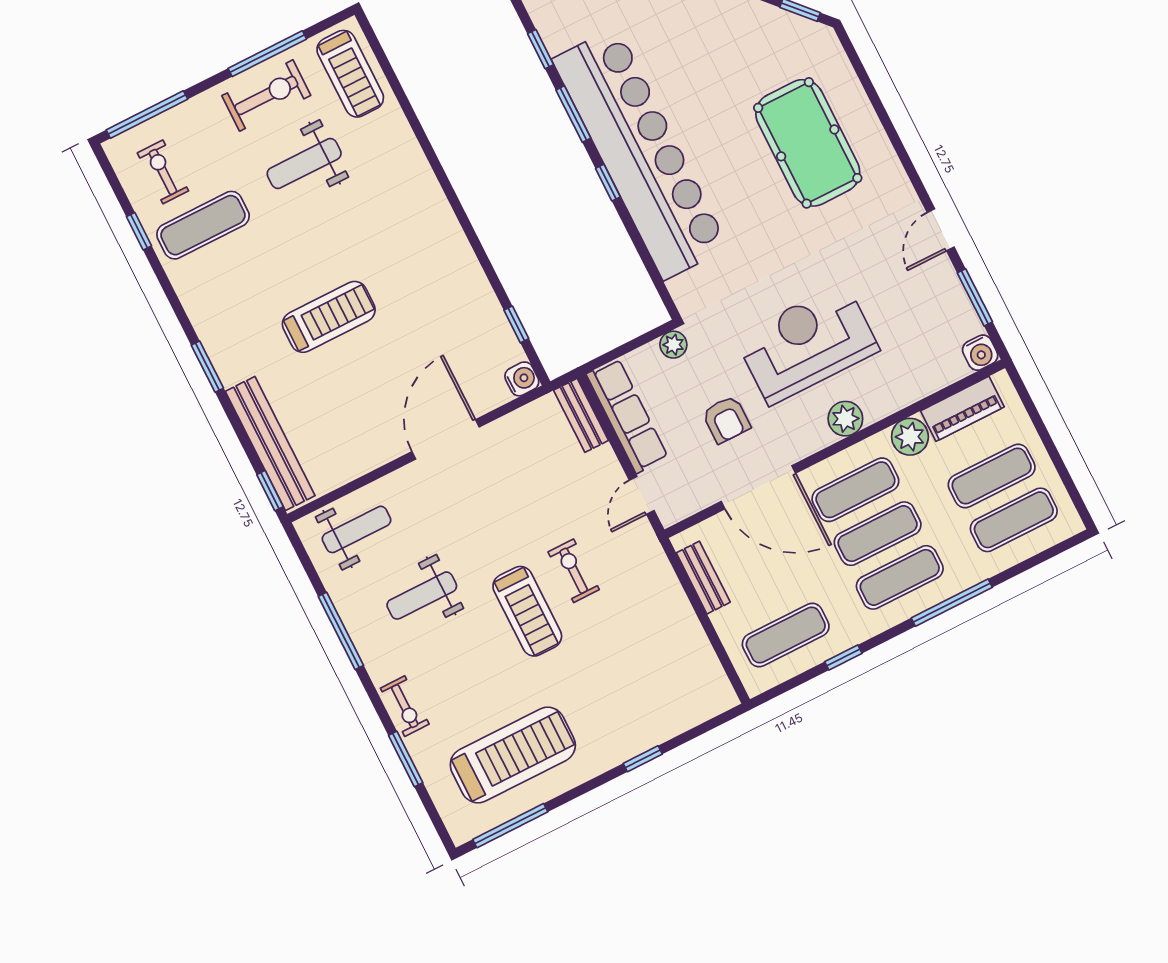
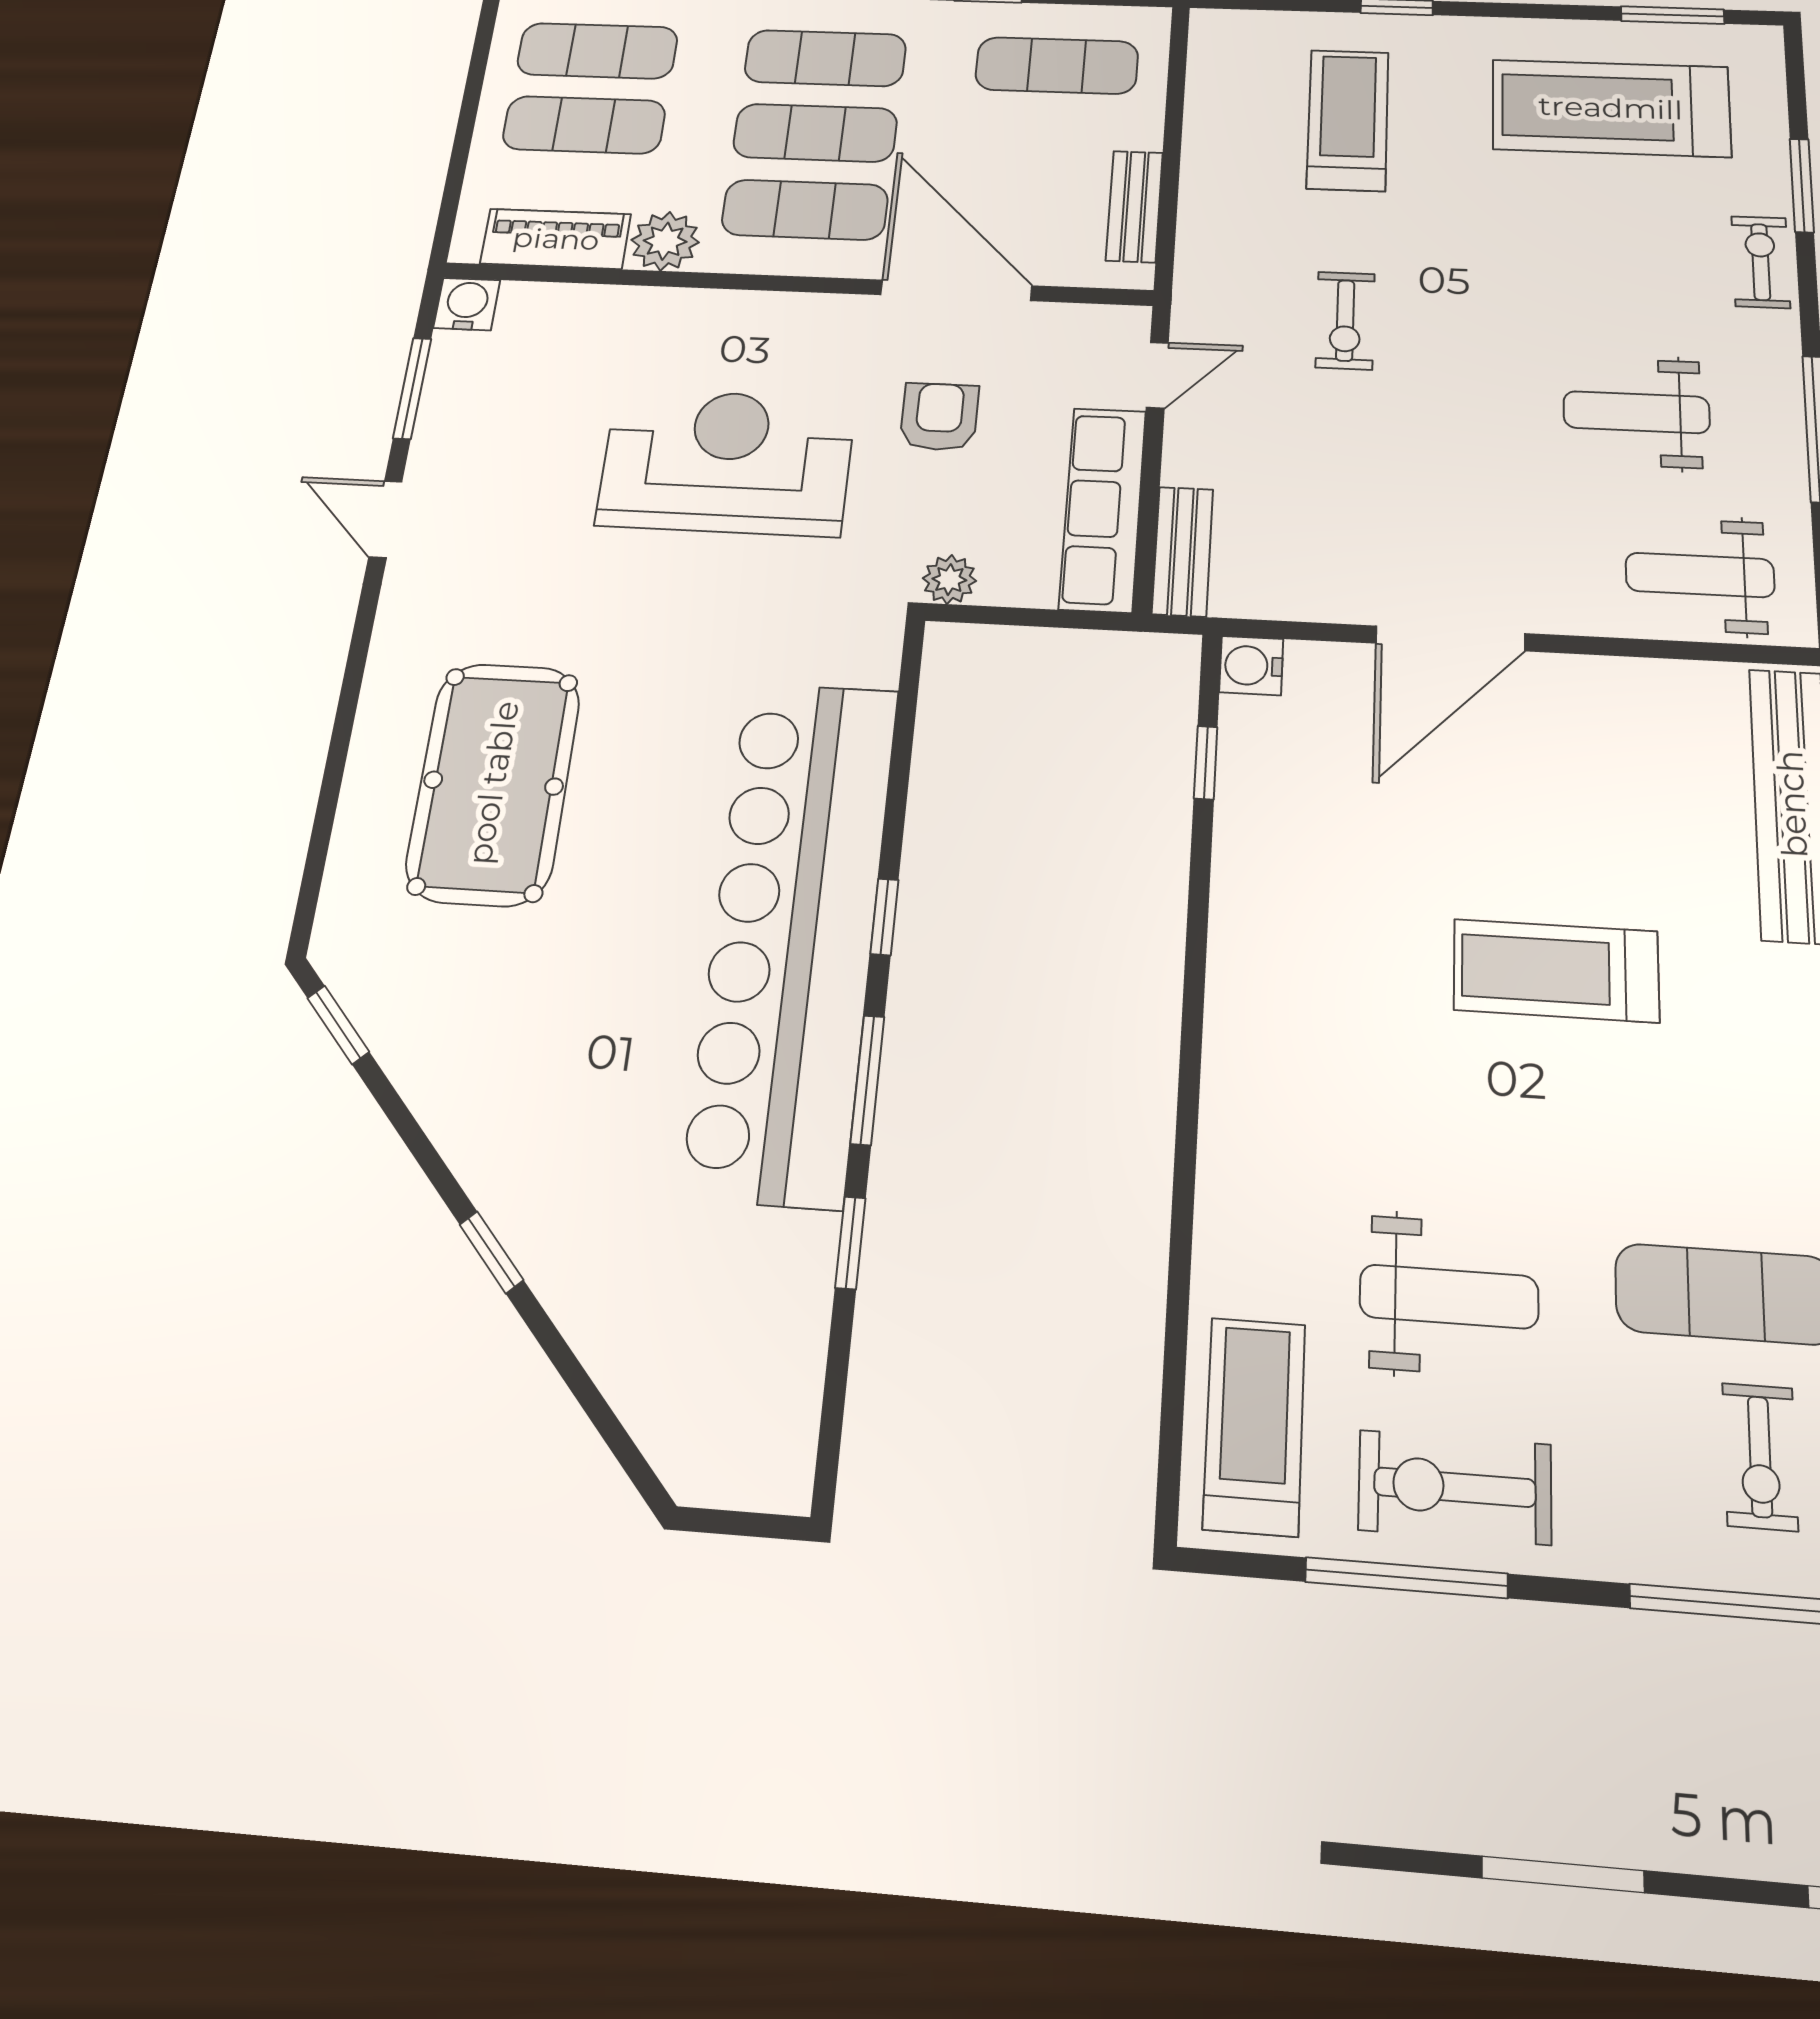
door: (941, 230) -> (385, 519), swing flipped
reception desk: (807, 344) -> (727, 462), turned 180
plant: (845, 419) -> (746, 318), removed
weight bench: (422, 596) -> (1636, 412), turned 180
treadmill: (527, 611) -> (1348, 120), moved
window: (510, 826) -> (1673, 15), width x0.69

